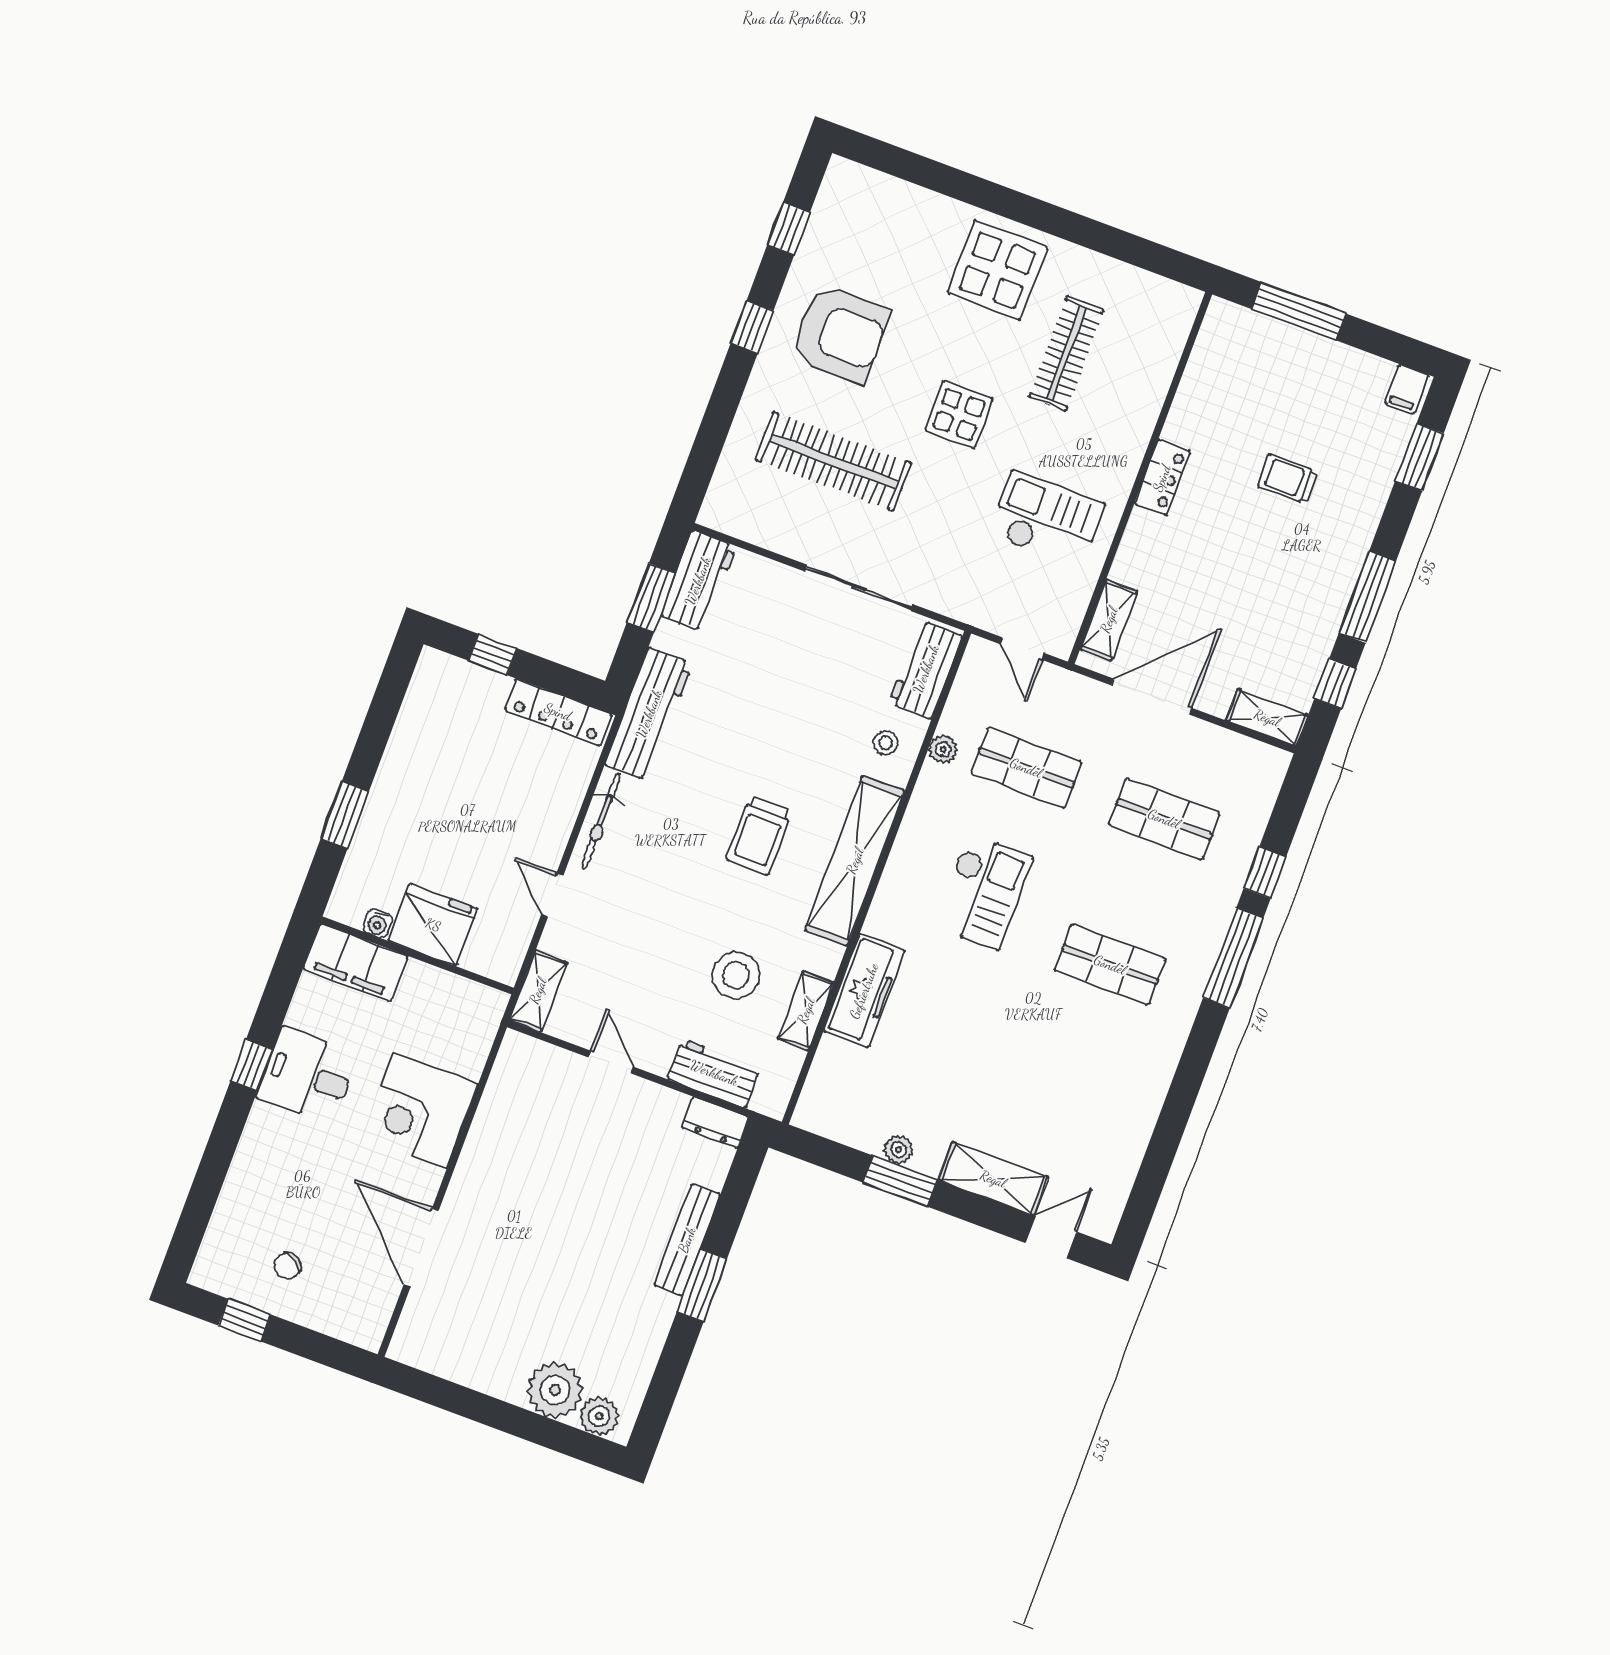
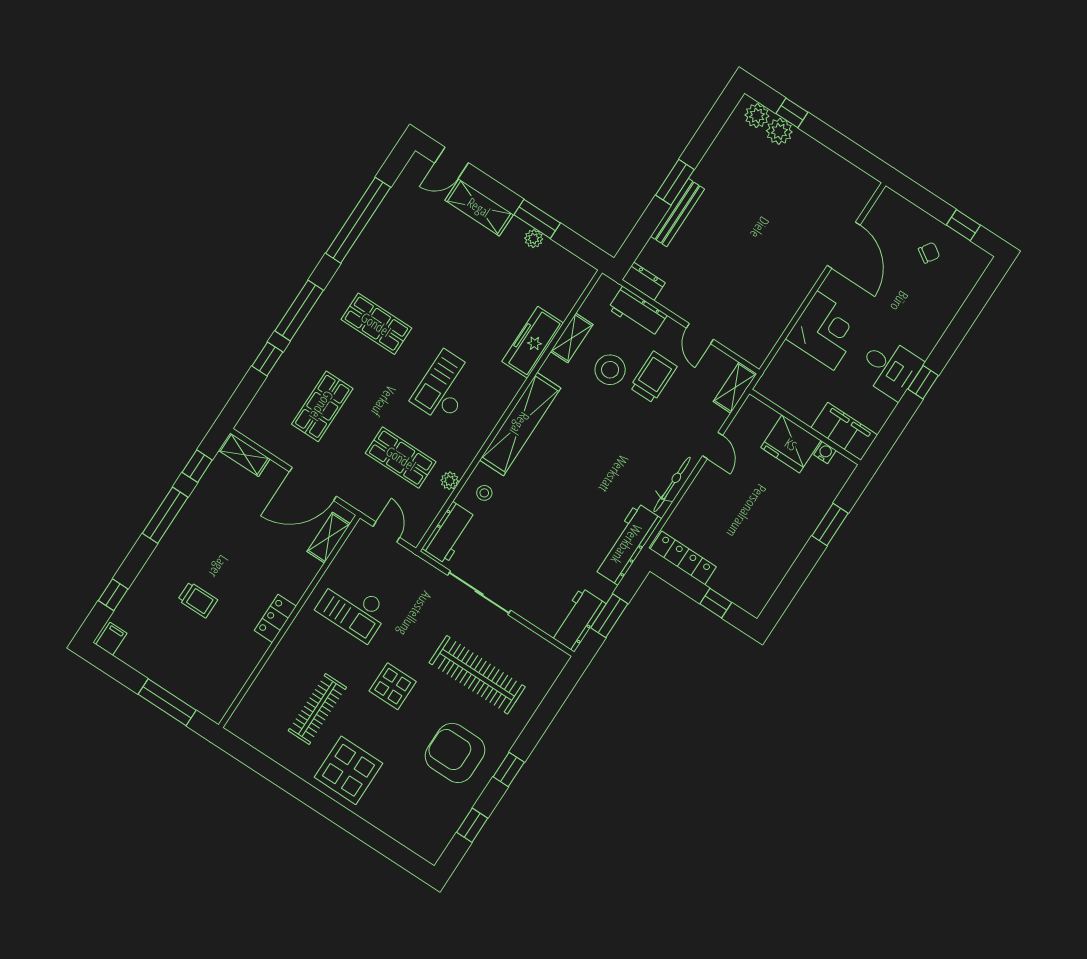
window: (1419, 457) -> (113, 595), width x0.67
shop shelf: (1164, 819) -> (322, 406), turned 90
trolley: (759, 835) -> (653, 377), moved
window: (1174, 1117) -> (358, 220), added
plant: (555, 1390) -> (779, 131), width x0.73, depth x0.73
window: (547, 1432) -> (792, 113), added

